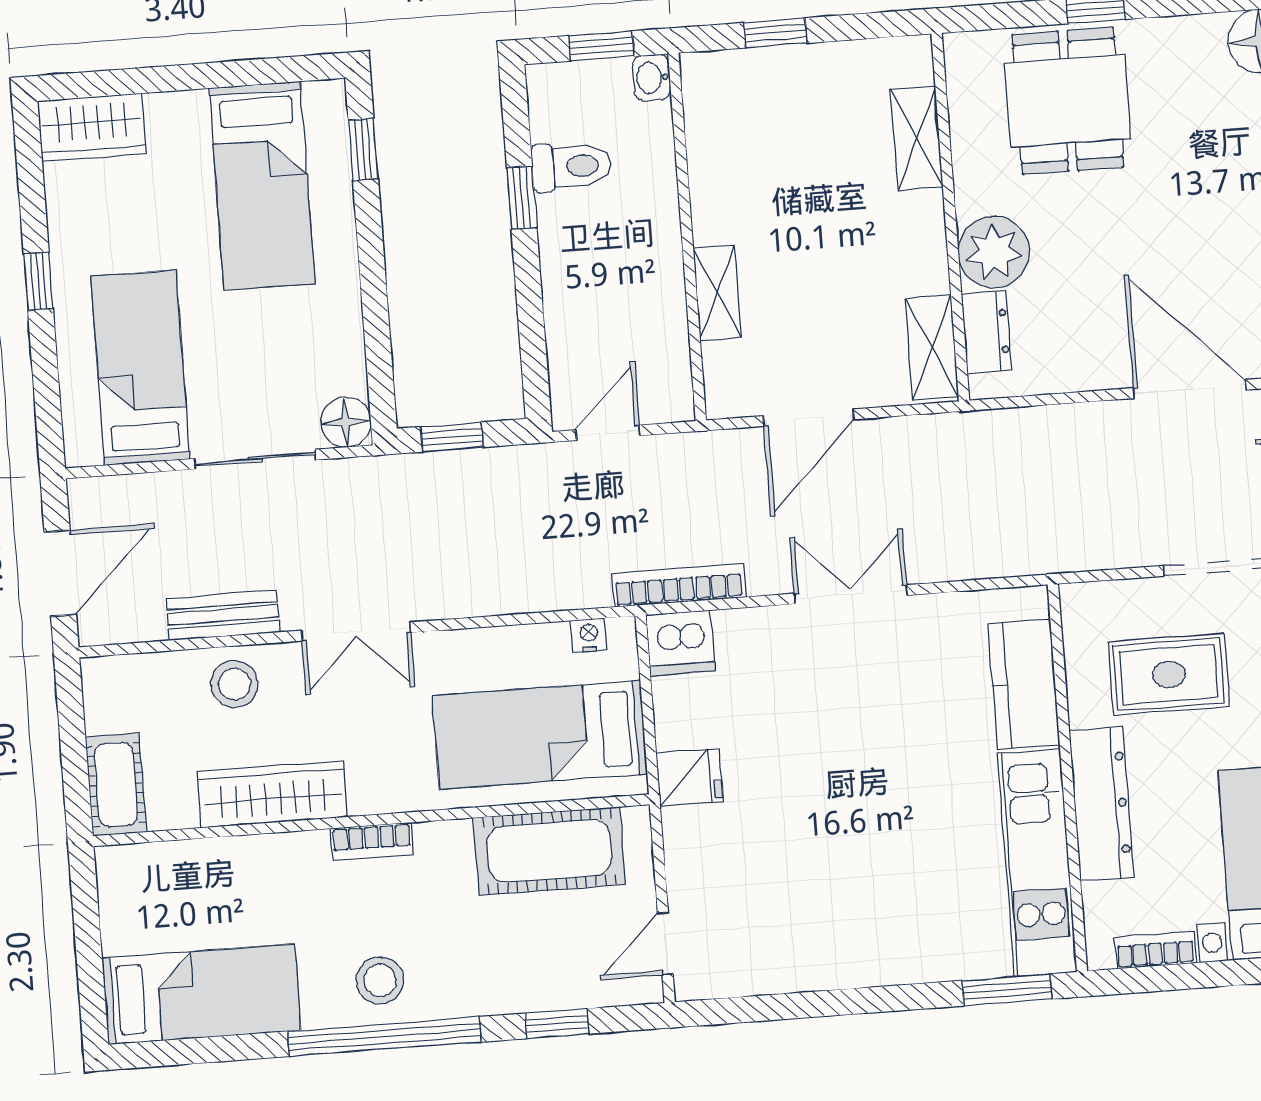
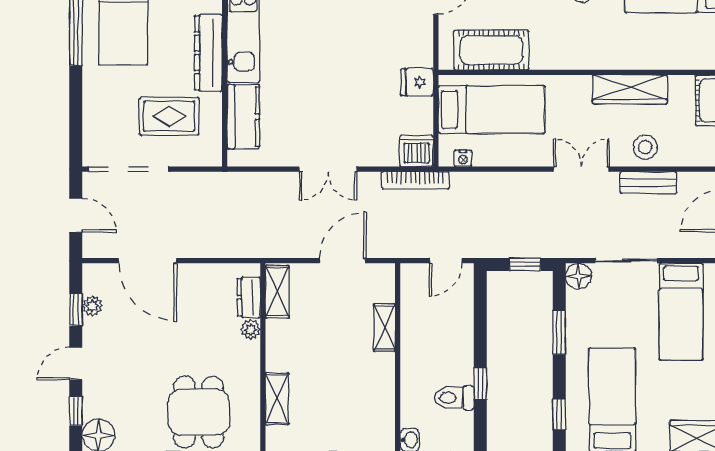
plant: (994, 252) -> (251, 329), width x0.53, depth x0.53
window: (375, 310) -> (559, 332), added
bookcase: (372, 841) -> (581, 62), removed

